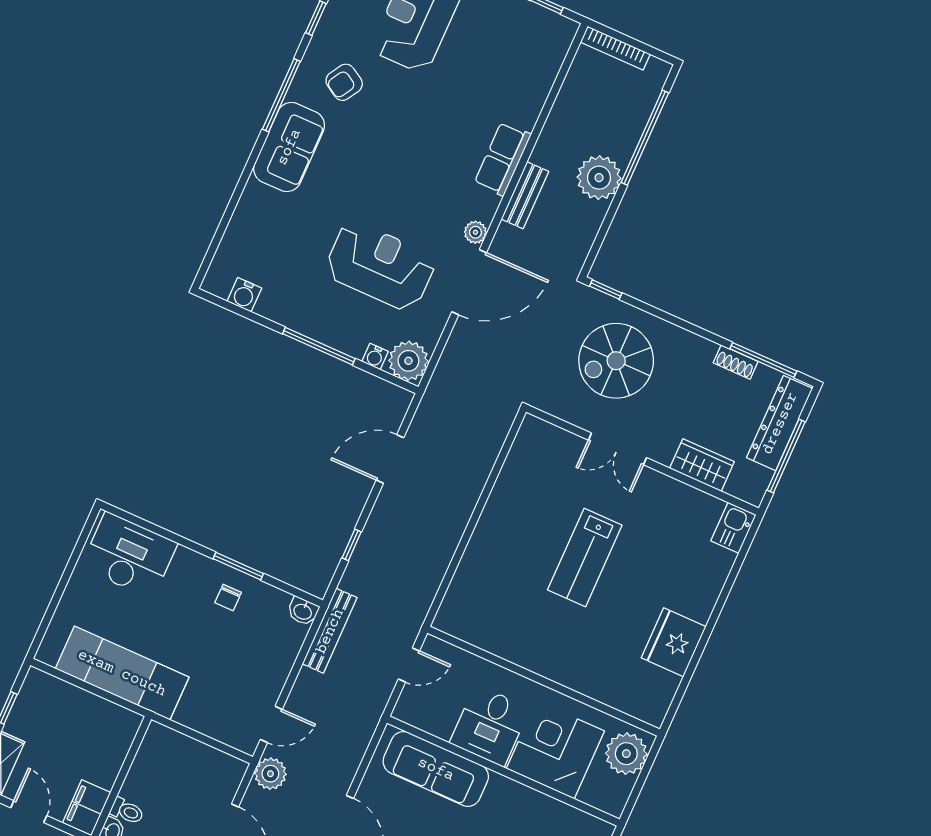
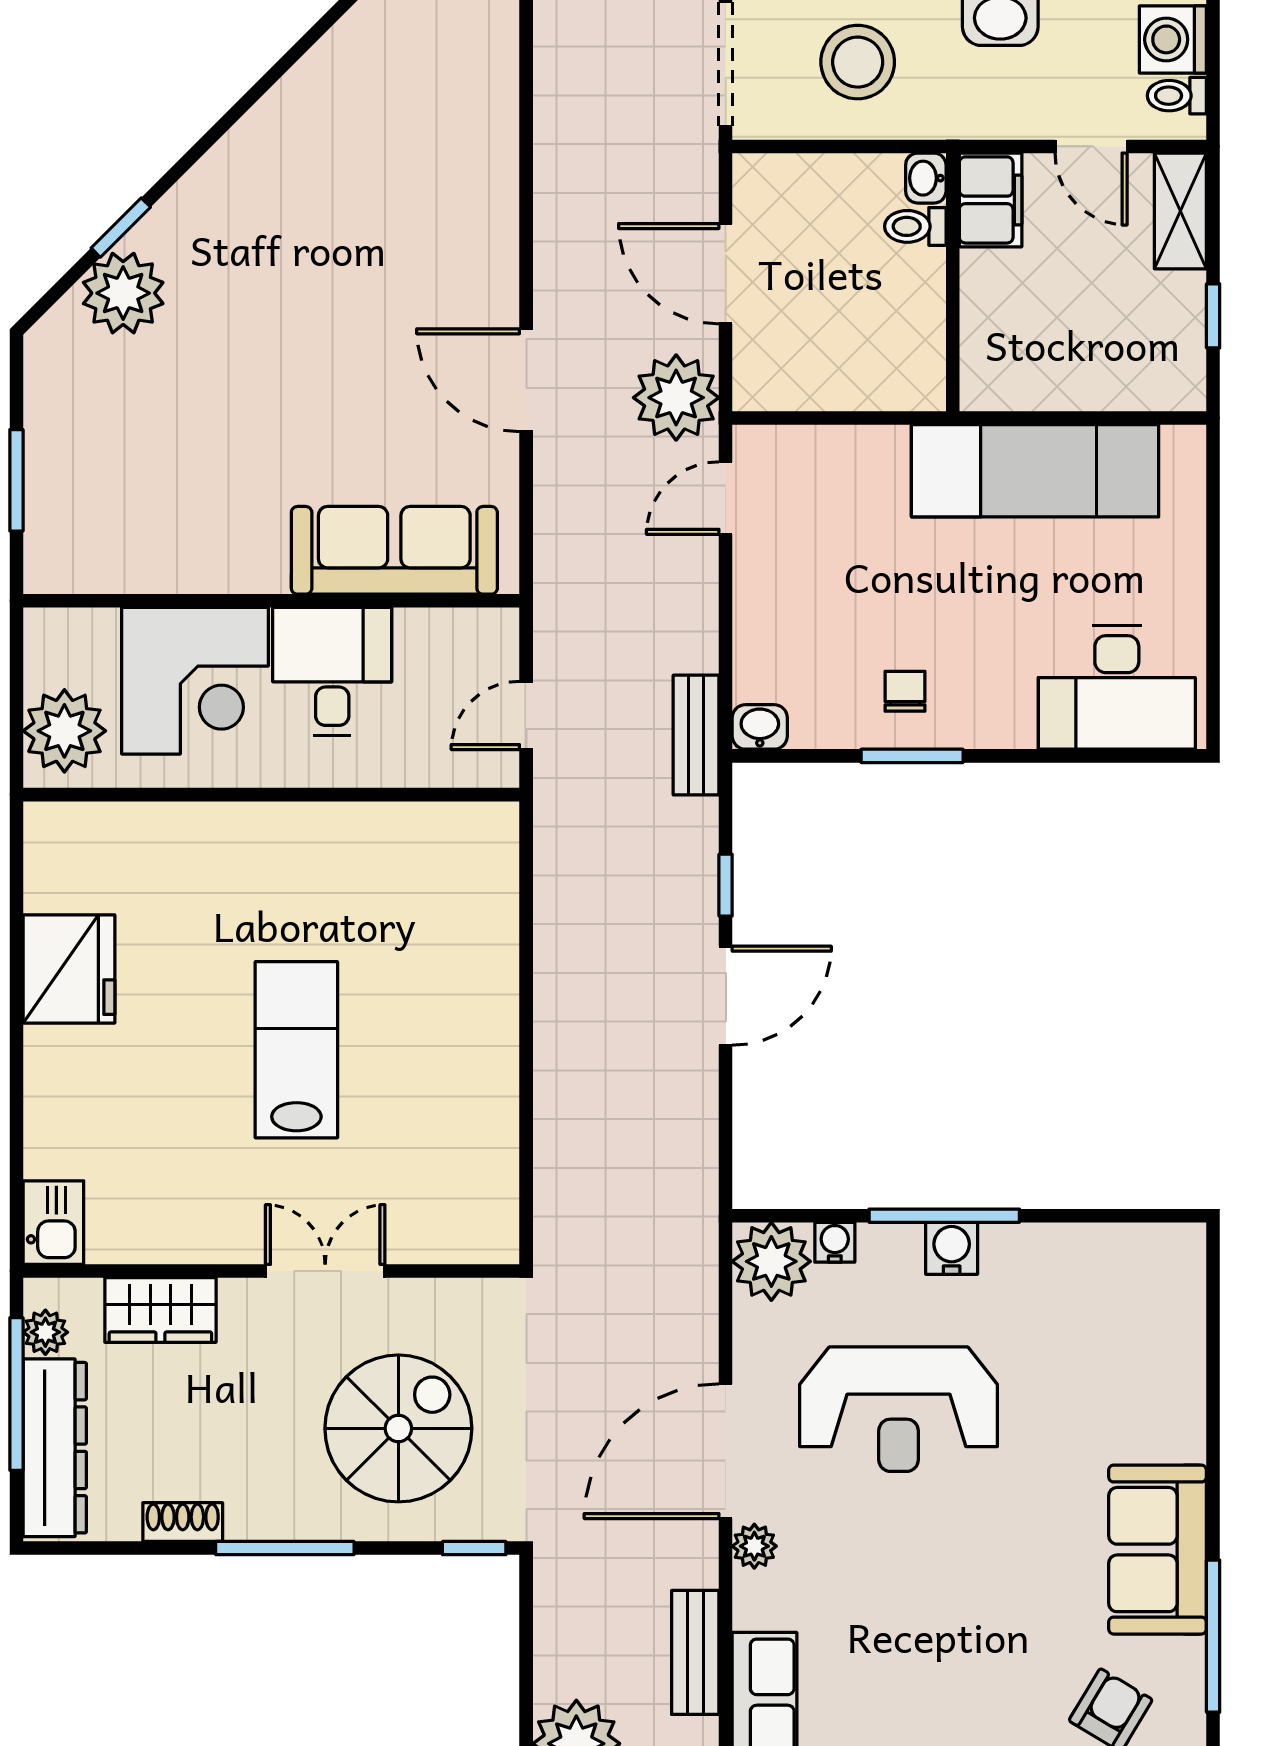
water cooler: (244, 295) -> (952, 1248), moved
window: (763, 360) -> (285, 1548), moved
door: (390, 459) -> (726, 996), moved
plant: (760, 479) -> (45, 1332), added
bench: (330, 631) -> (696, 735), width x0.73
plant: (270, 774) -> (676, 398), width x1.36, depth x1.36

